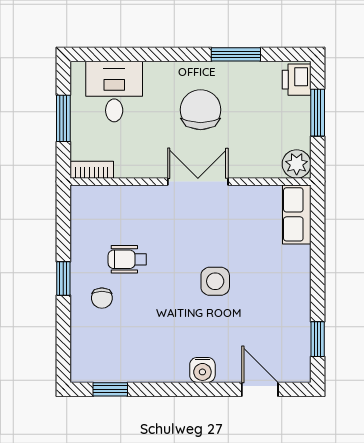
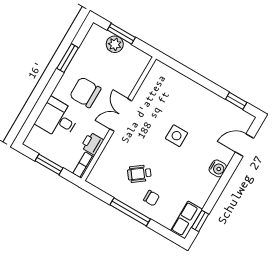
printer: (297, 80) -> (92, 144), moved, turned 90
desk: (114, 92) -> (57, 119), moved
plant: (297, 164) -> (115, 44), moved
row of seats: (297, 214) -> (186, 220), moved, turned 90
wheelchair: (127, 259) -> (139, 174), turned 53
window: (63, 279) -> (130, 212), width x2.17

